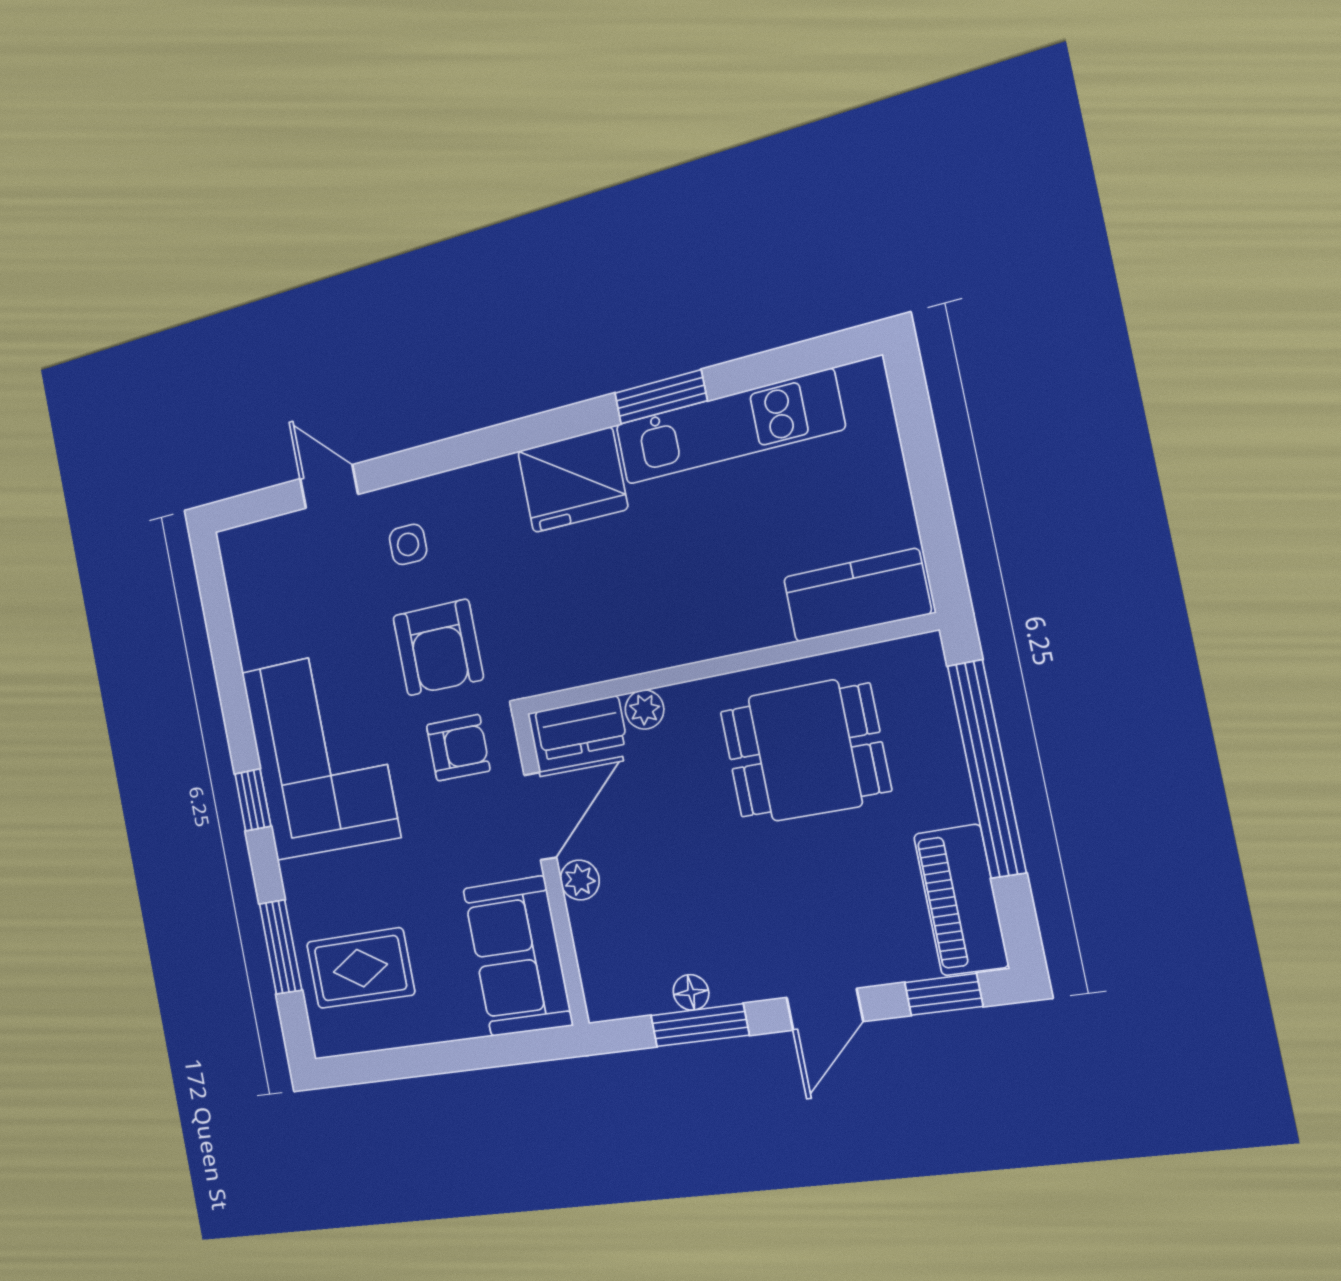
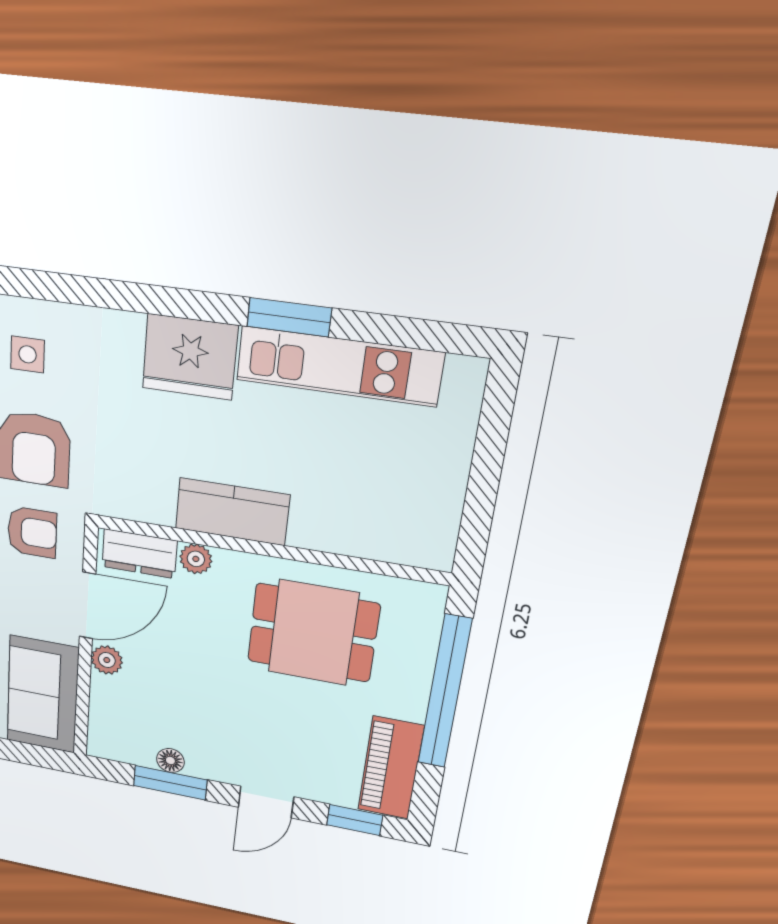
kitchen counter: (857, 595) -> (232, 512), moved

